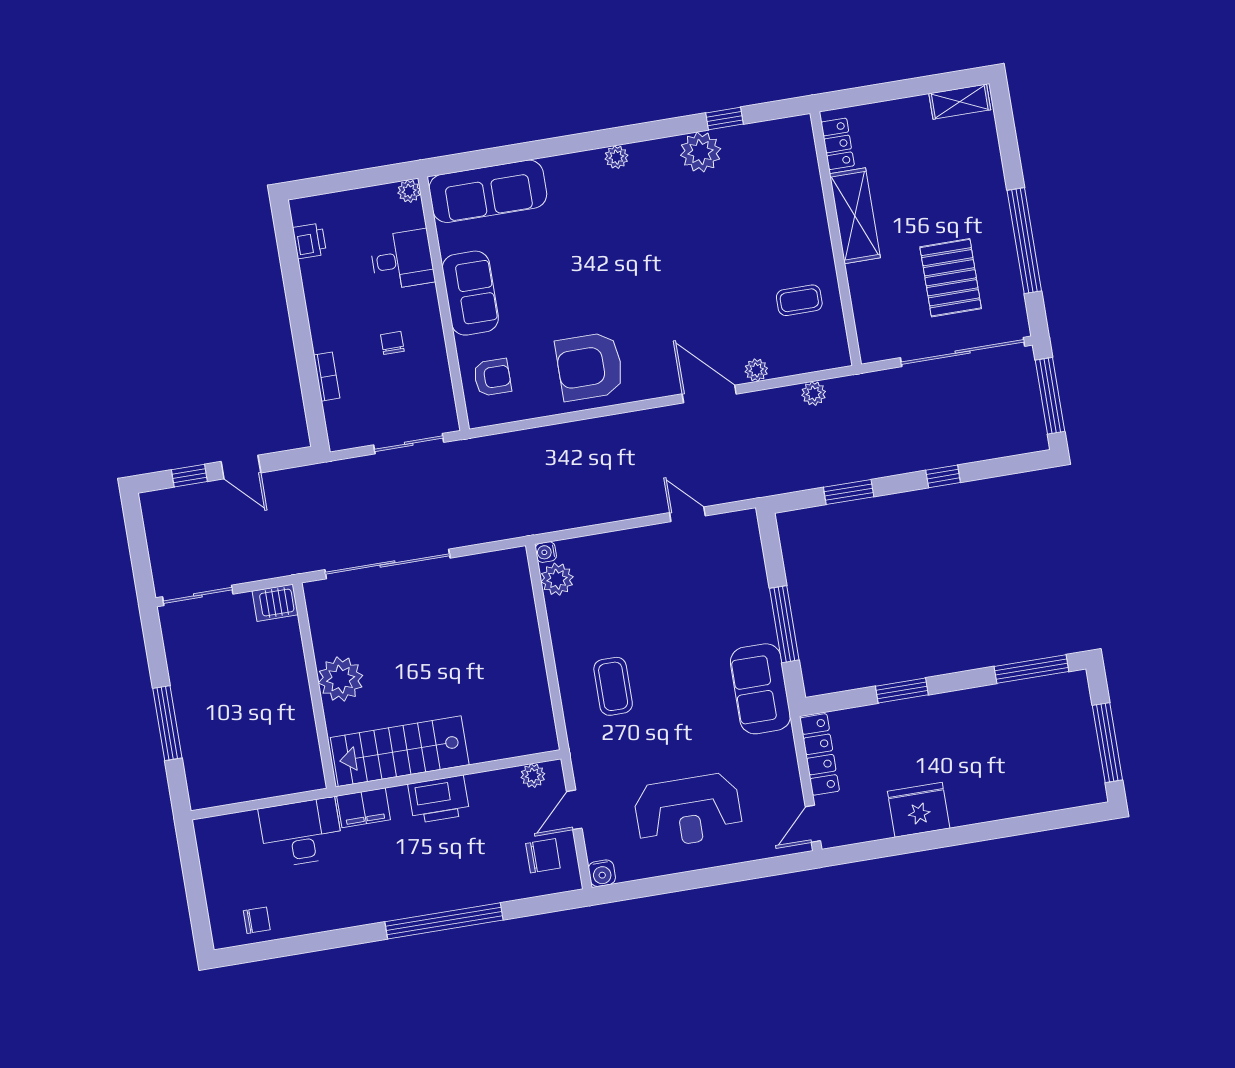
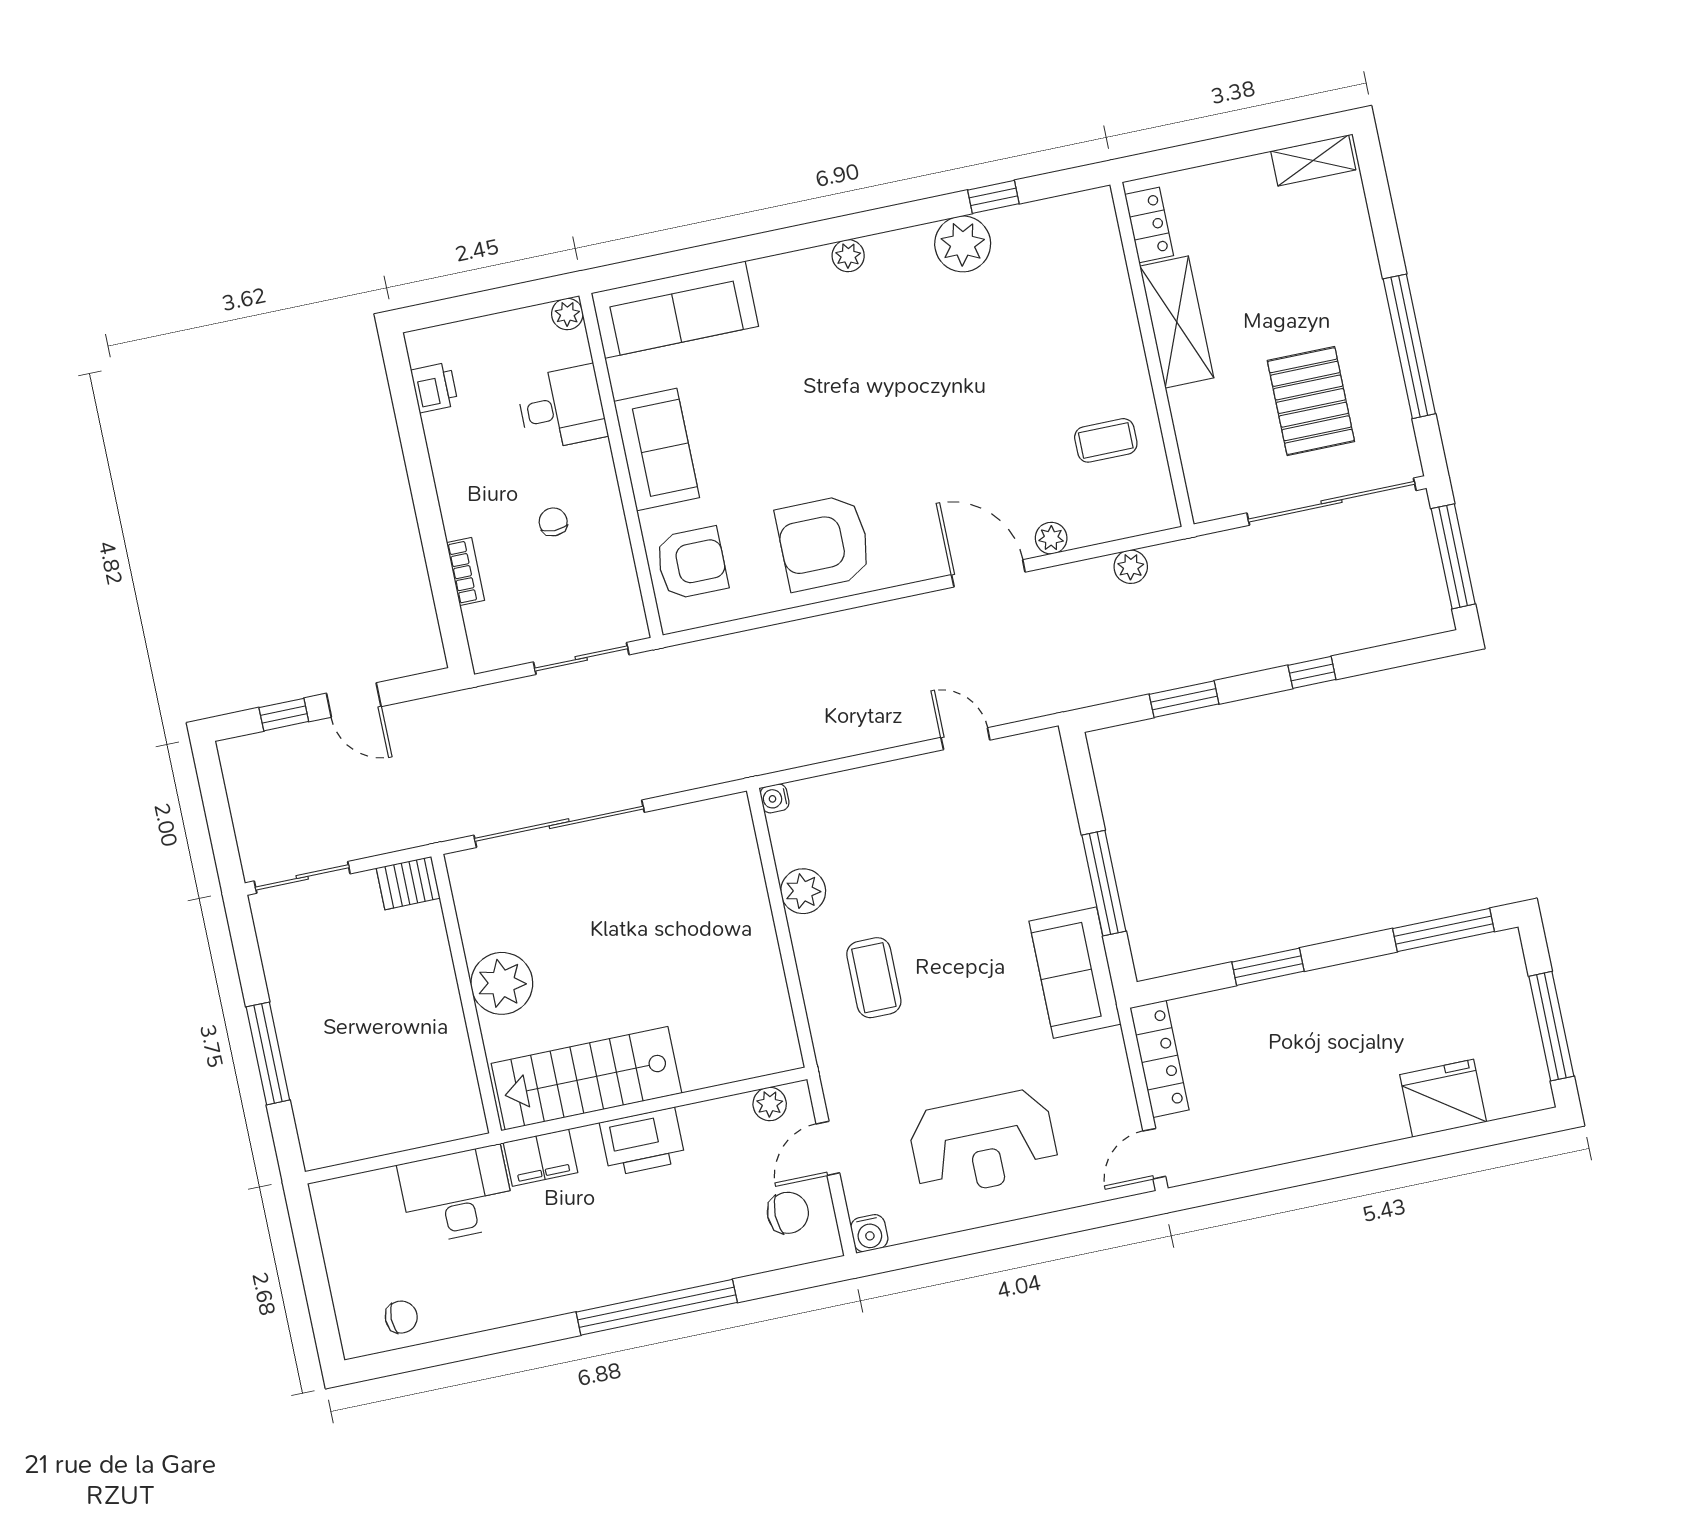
armchair: (492, 377) -> (692, 563), width x1.38, depth x1.38
plant: (557, 579) -> (803, 891), moved
fridge: (919, 810) -> (1443, 1098), moved

